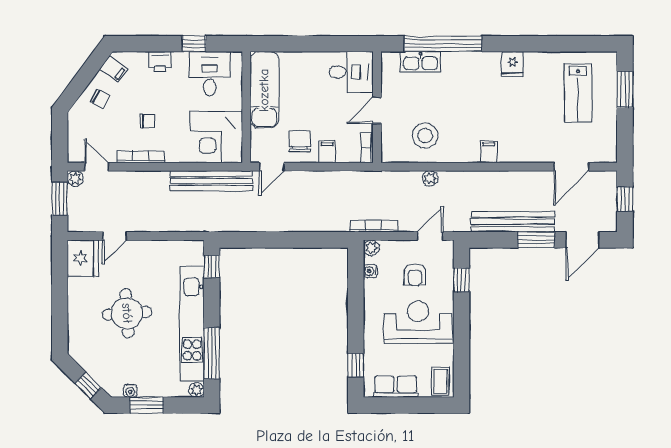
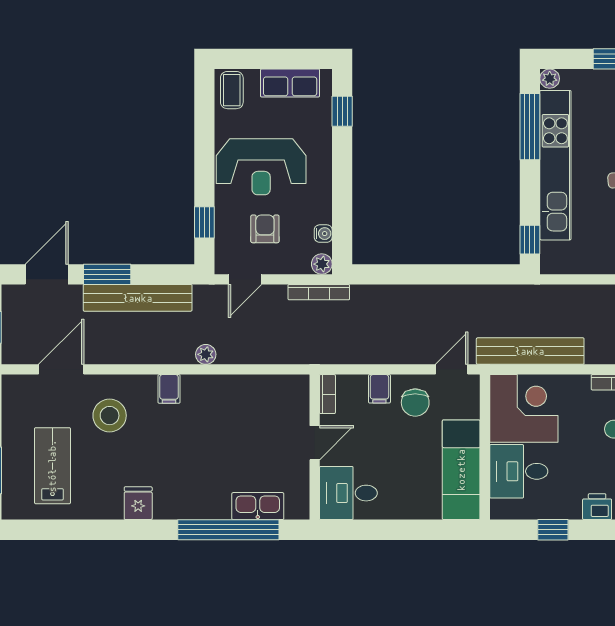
desk: (210, 74) -> (519, 471), moved, turned 90
stool: (425, 136) -> (110, 416), moved
plant: (430, 178) -> (206, 354), moved

